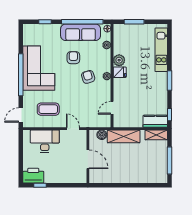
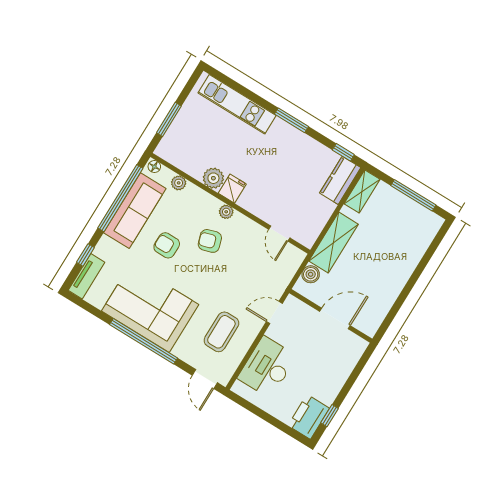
tv unit: (35, 28) -> (86, 276), added

